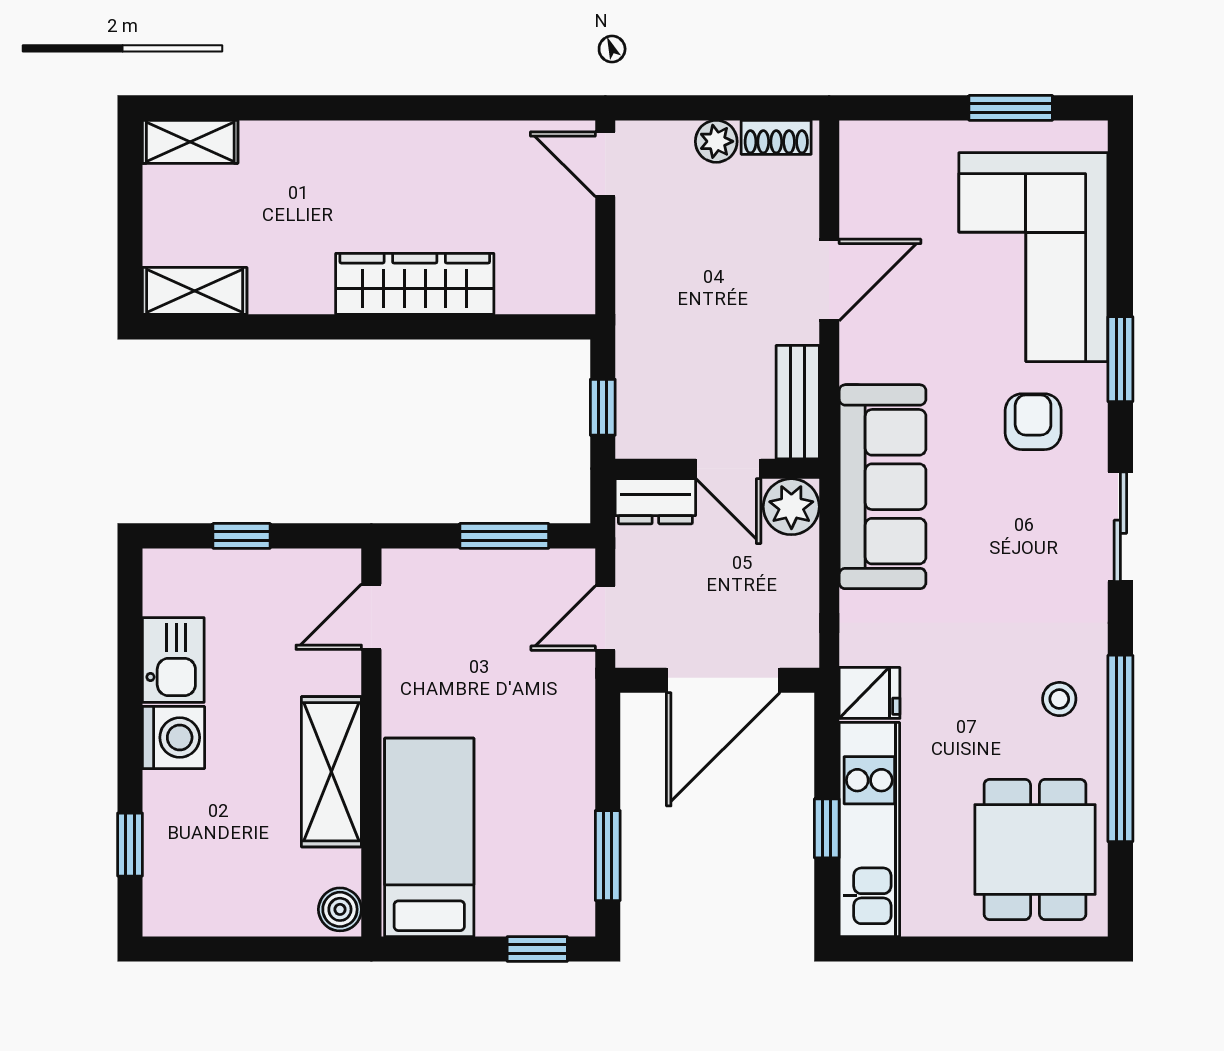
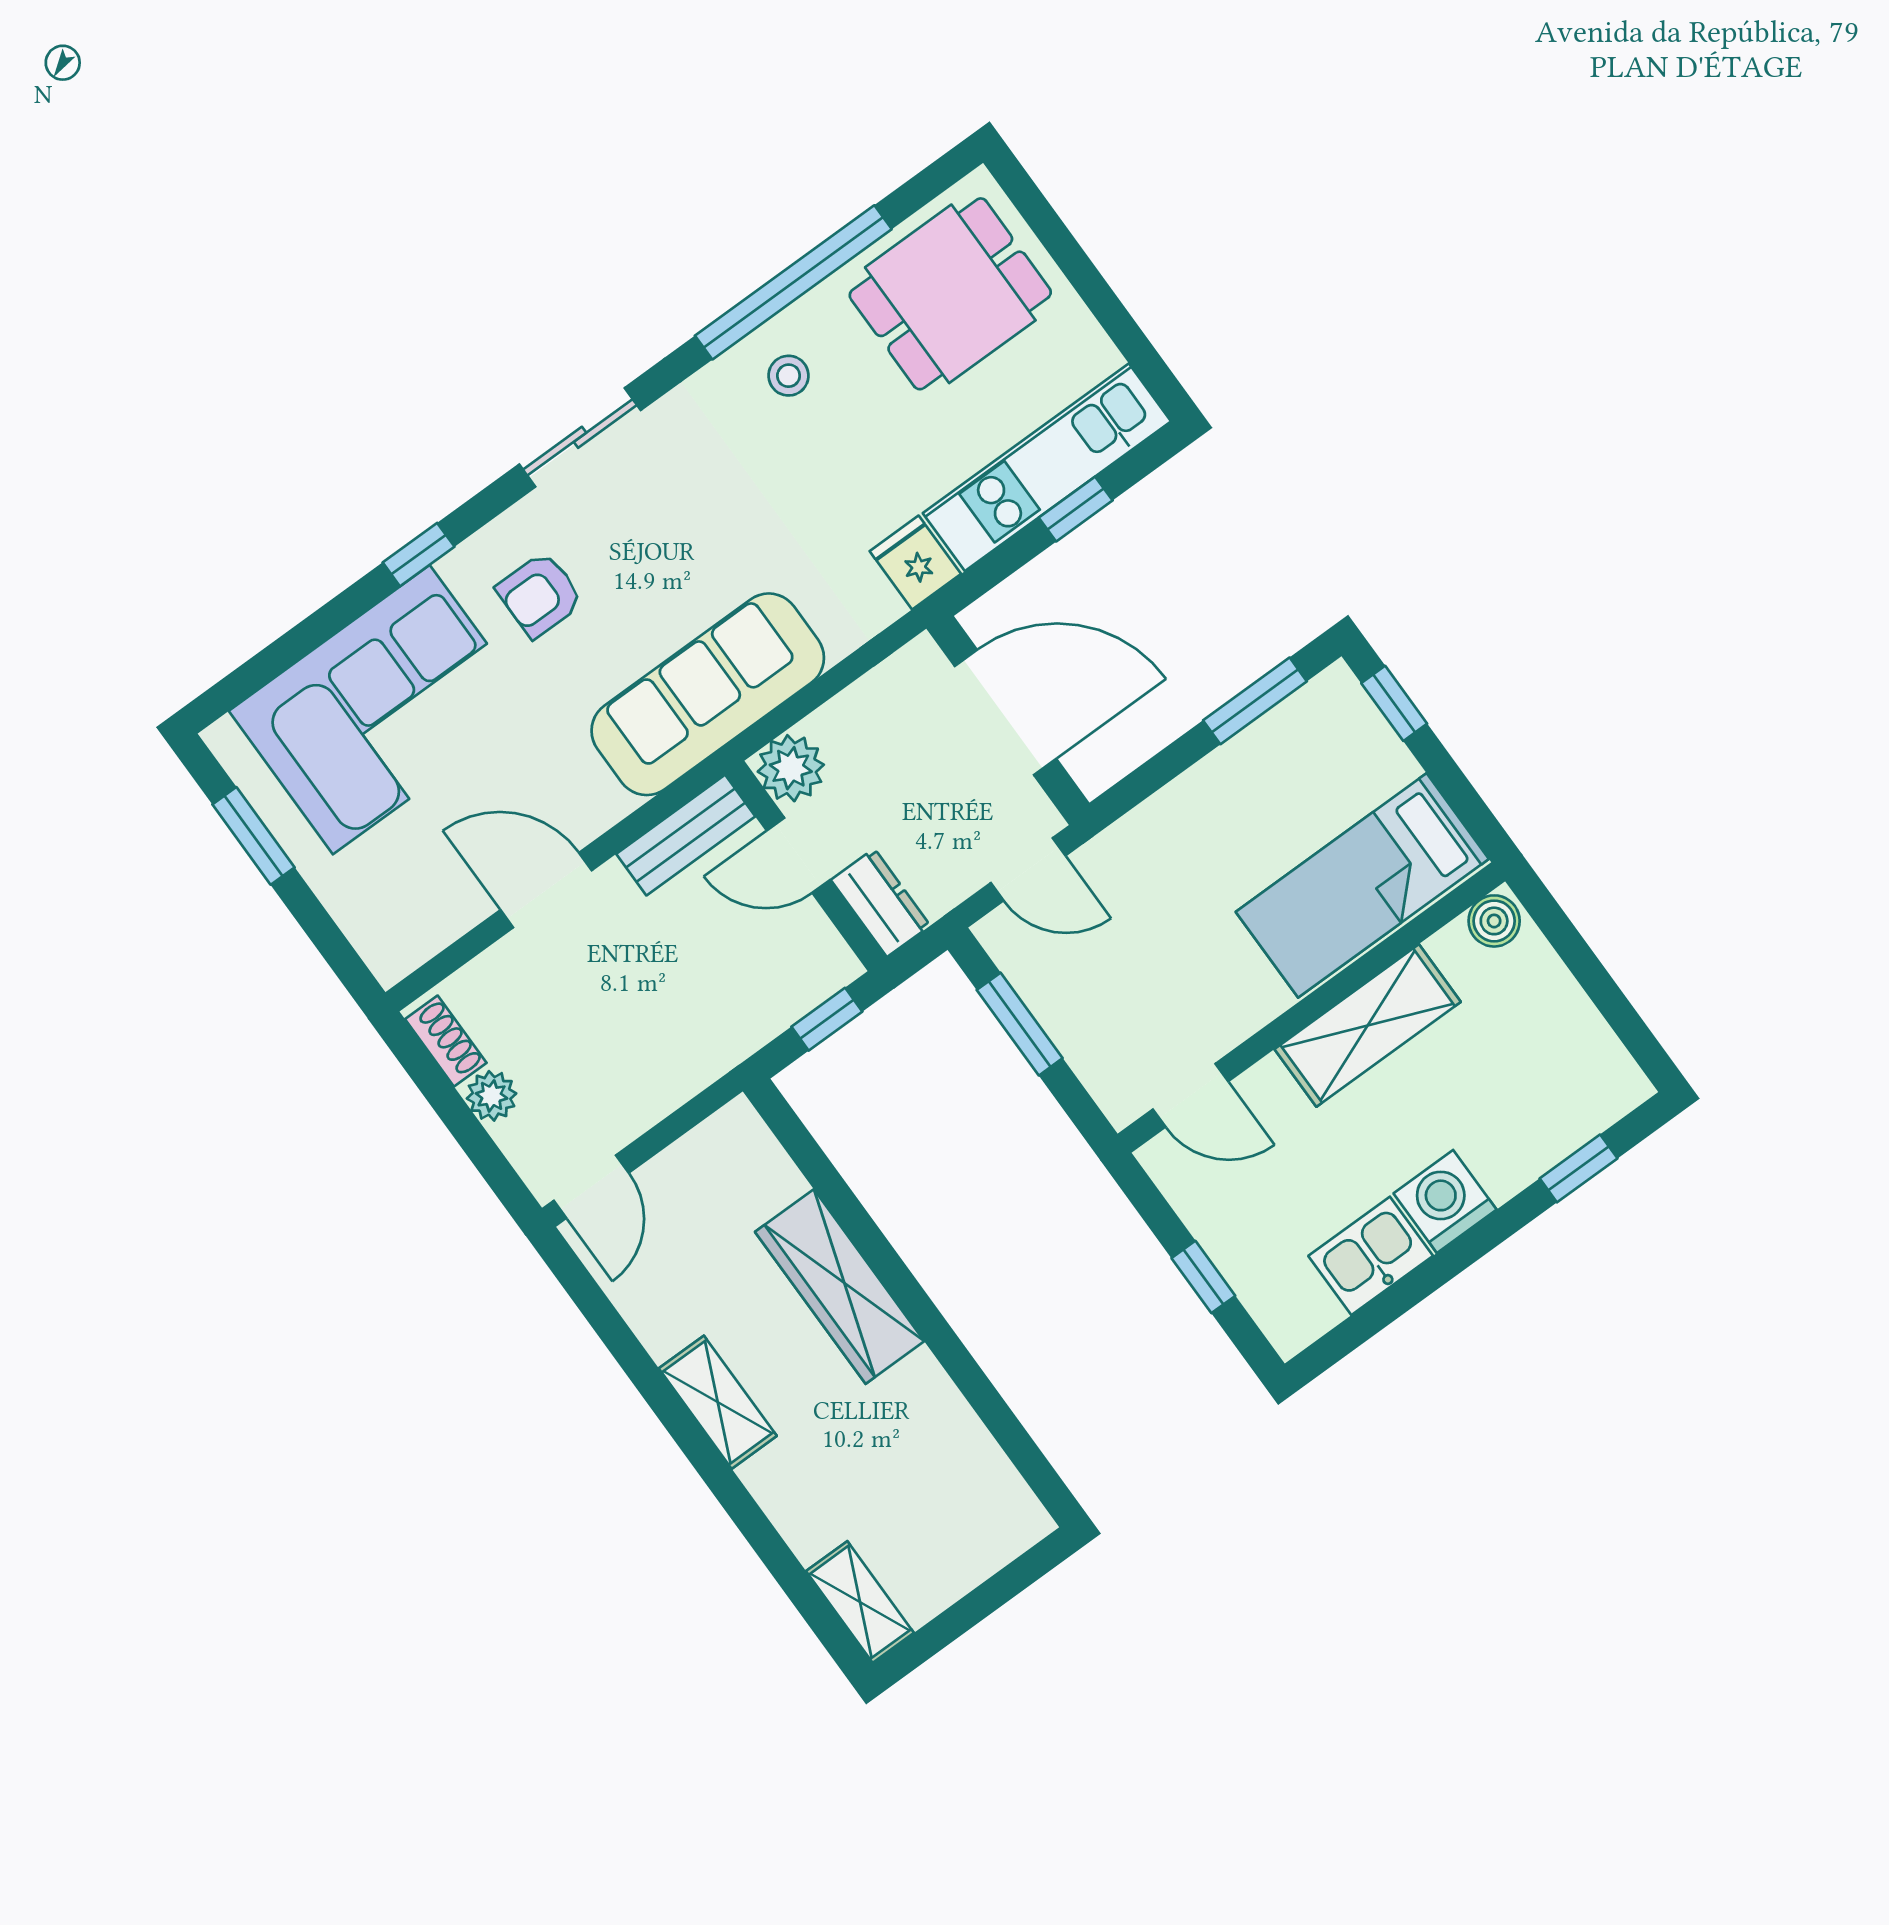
shelving: (195, 291) -> (718, 1402), moved
window: (1120, 359) -> (419, 555), width x0.67
door: (728, 469) -> (798, 855), swing flipped

